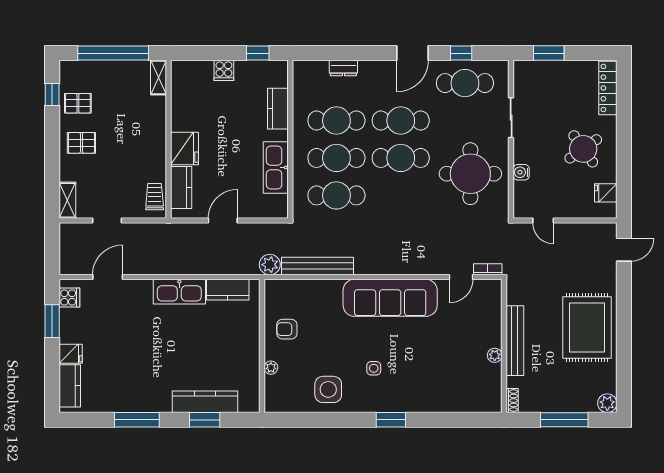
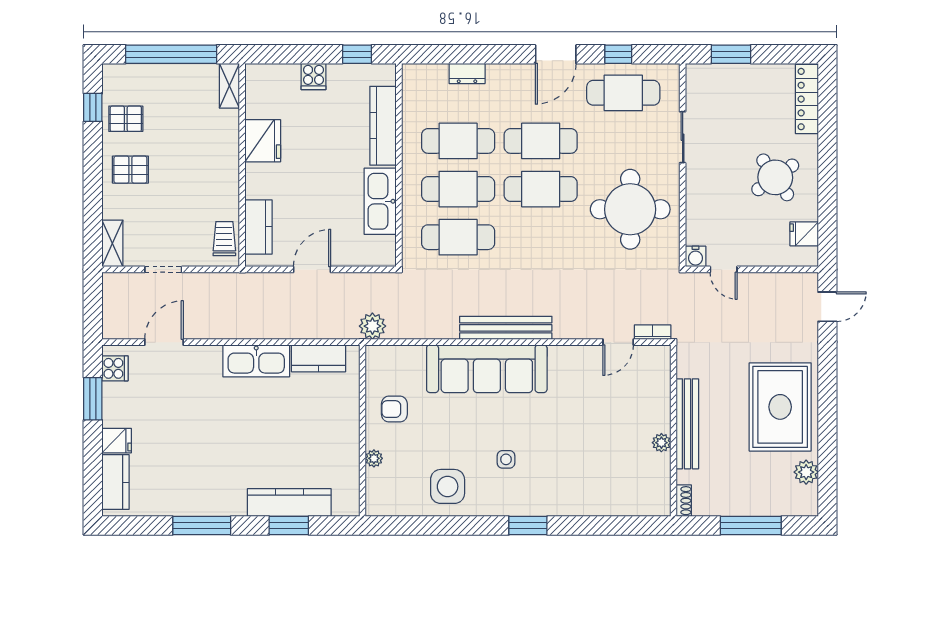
kitchen counter: (278, 109) -> (383, 126), width x1.50
fridge: (184, 149) -> (263, 141), moved
water cooler: (521, 172) -> (696, 256), moved, turned -90
bench: (317, 266) -> (506, 328), moved
sofa: (390, 298) -> (487, 369), moved
plant: (607, 403) -> (806, 472), moved

